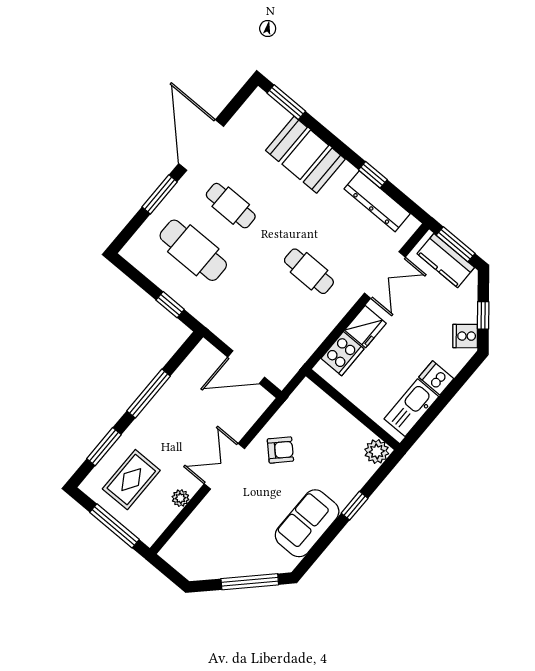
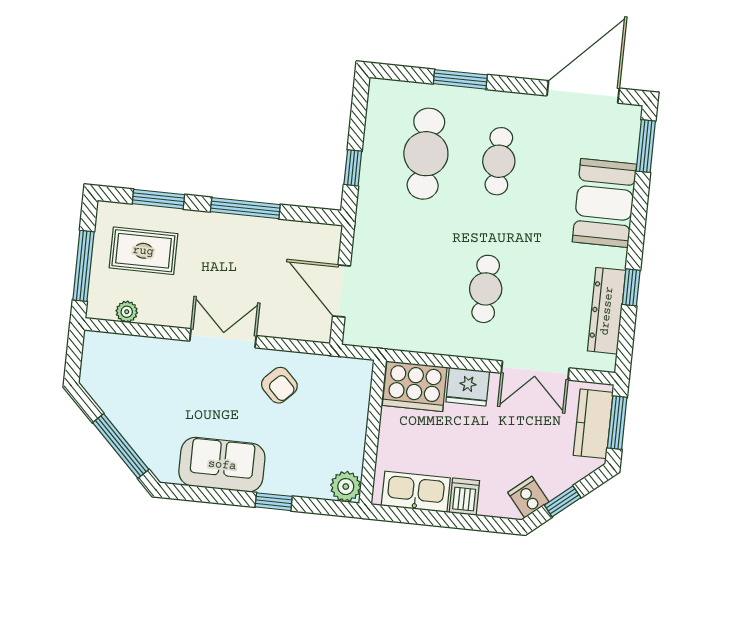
door: (201, 145) -> (583, 92), moved
cooker: (342, 354) -> (415, 386), width x1.37, depth x1.31
plant: (180, 498) -> (127, 312), moved

